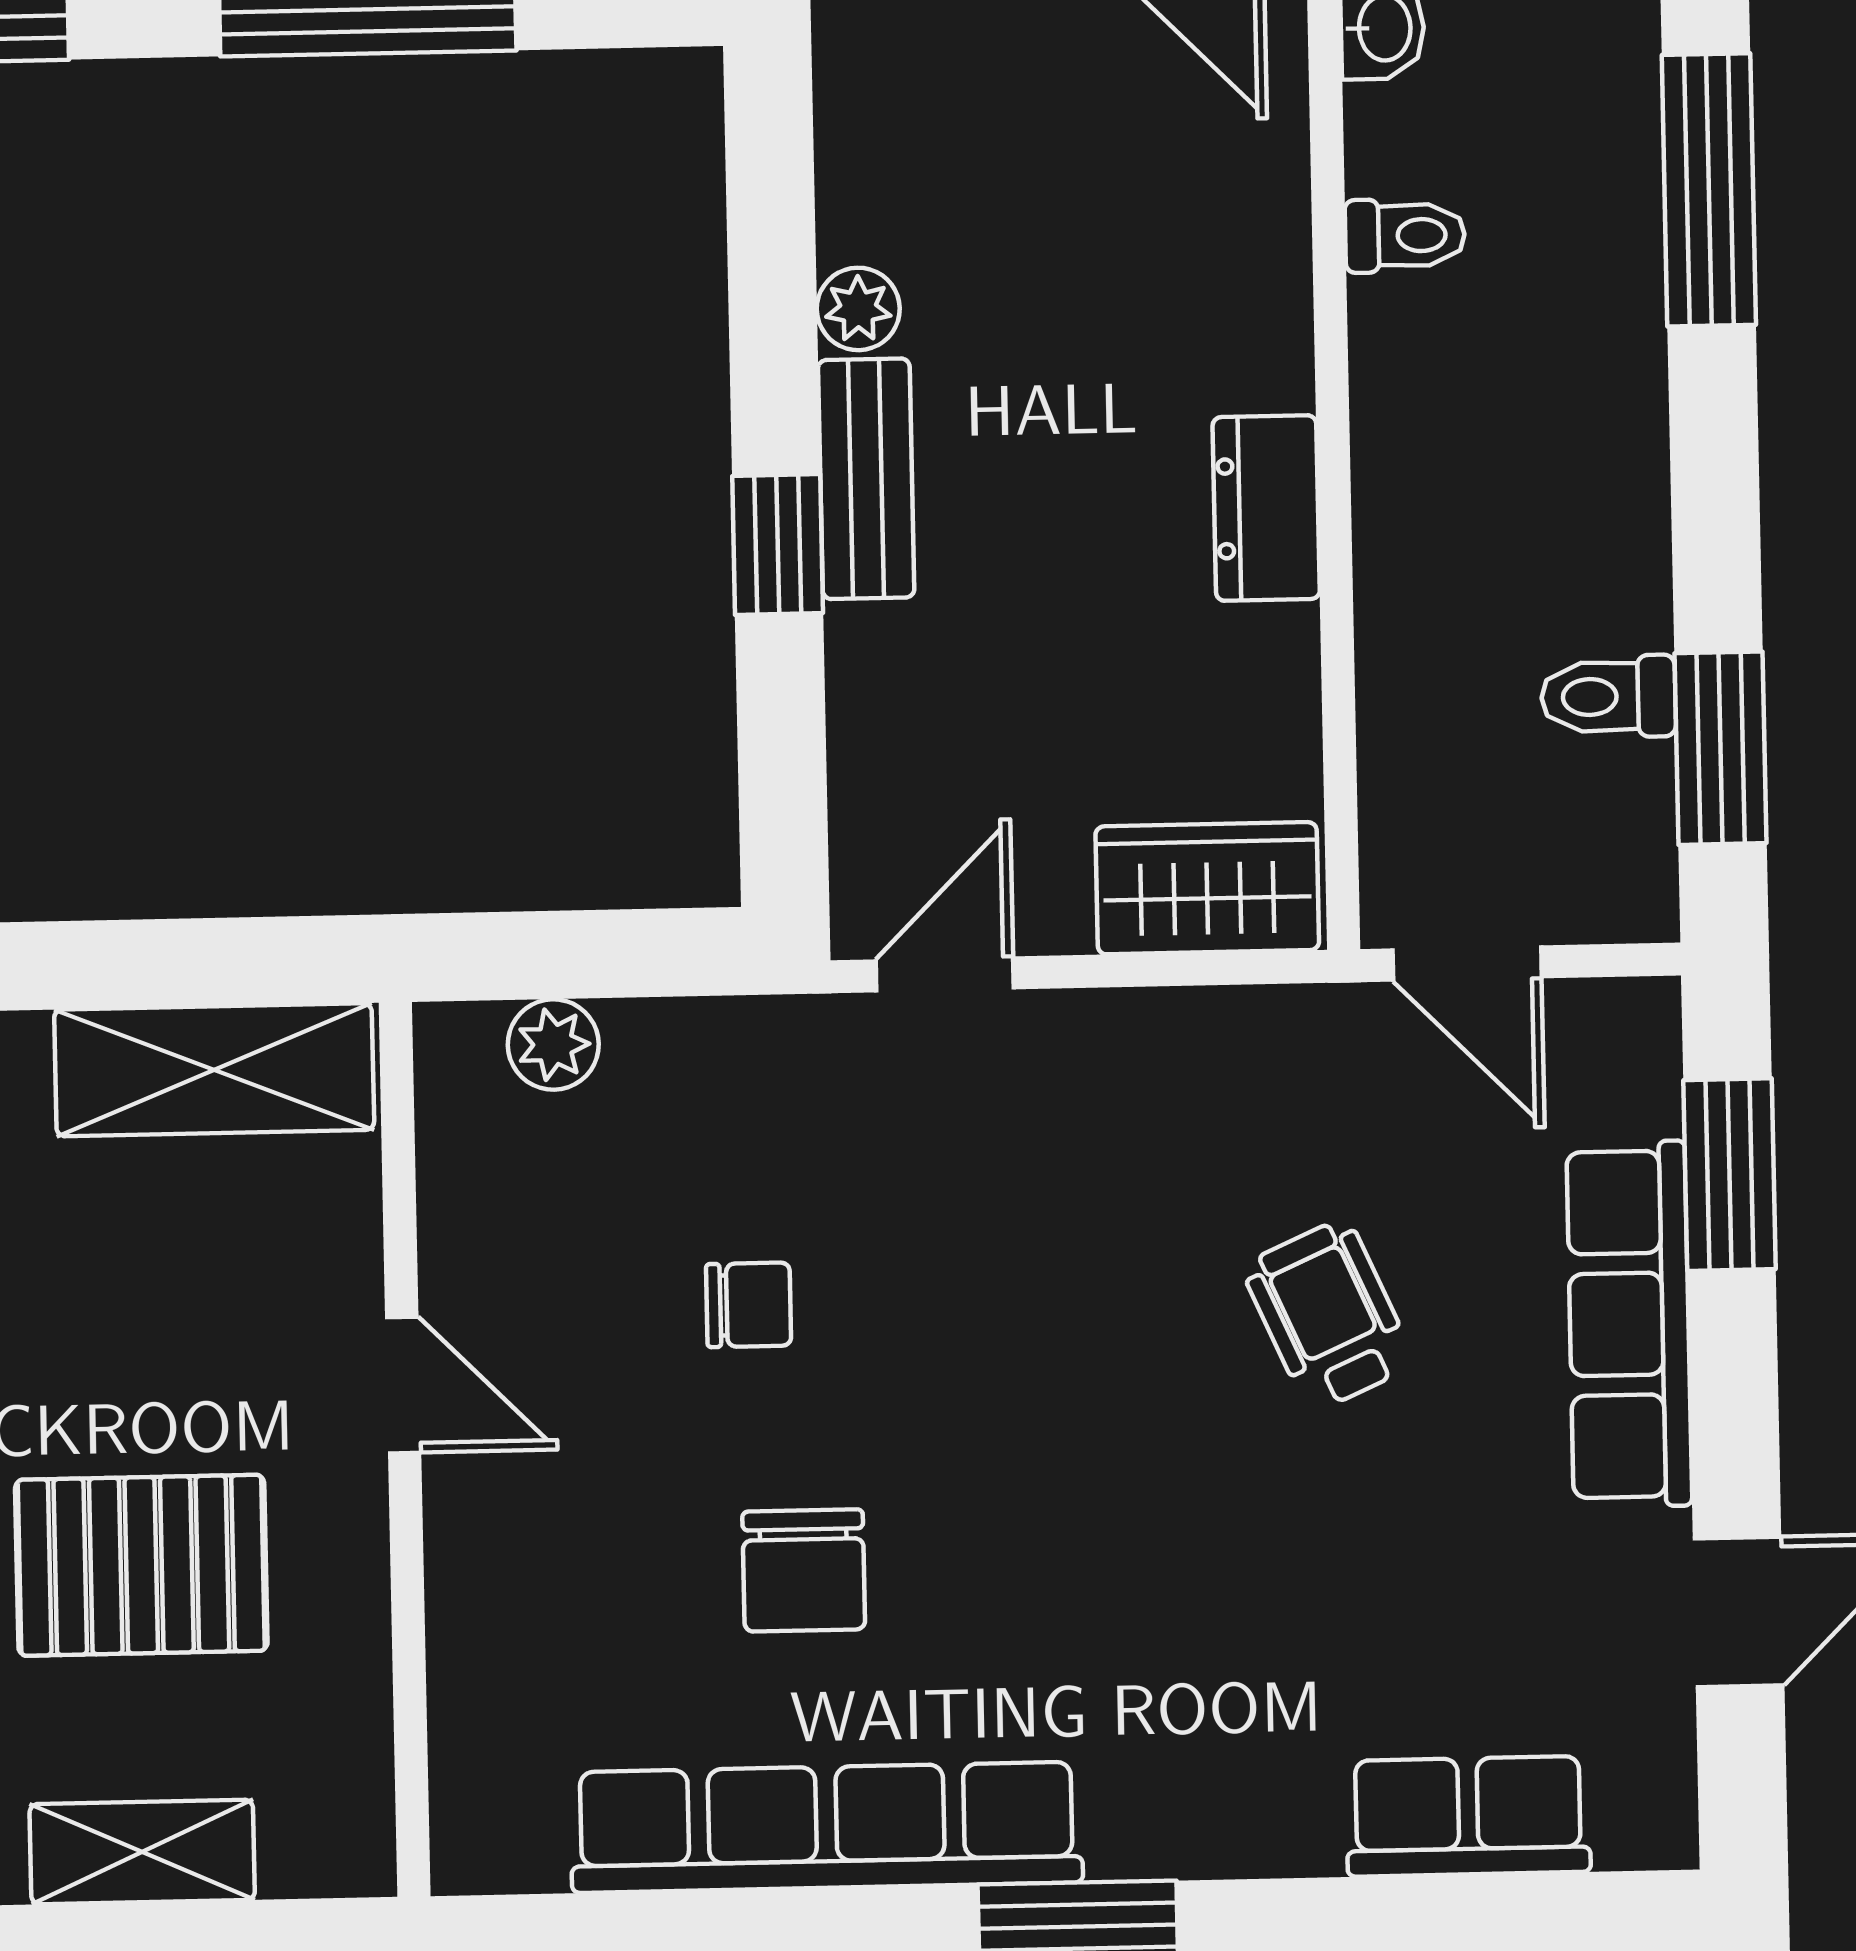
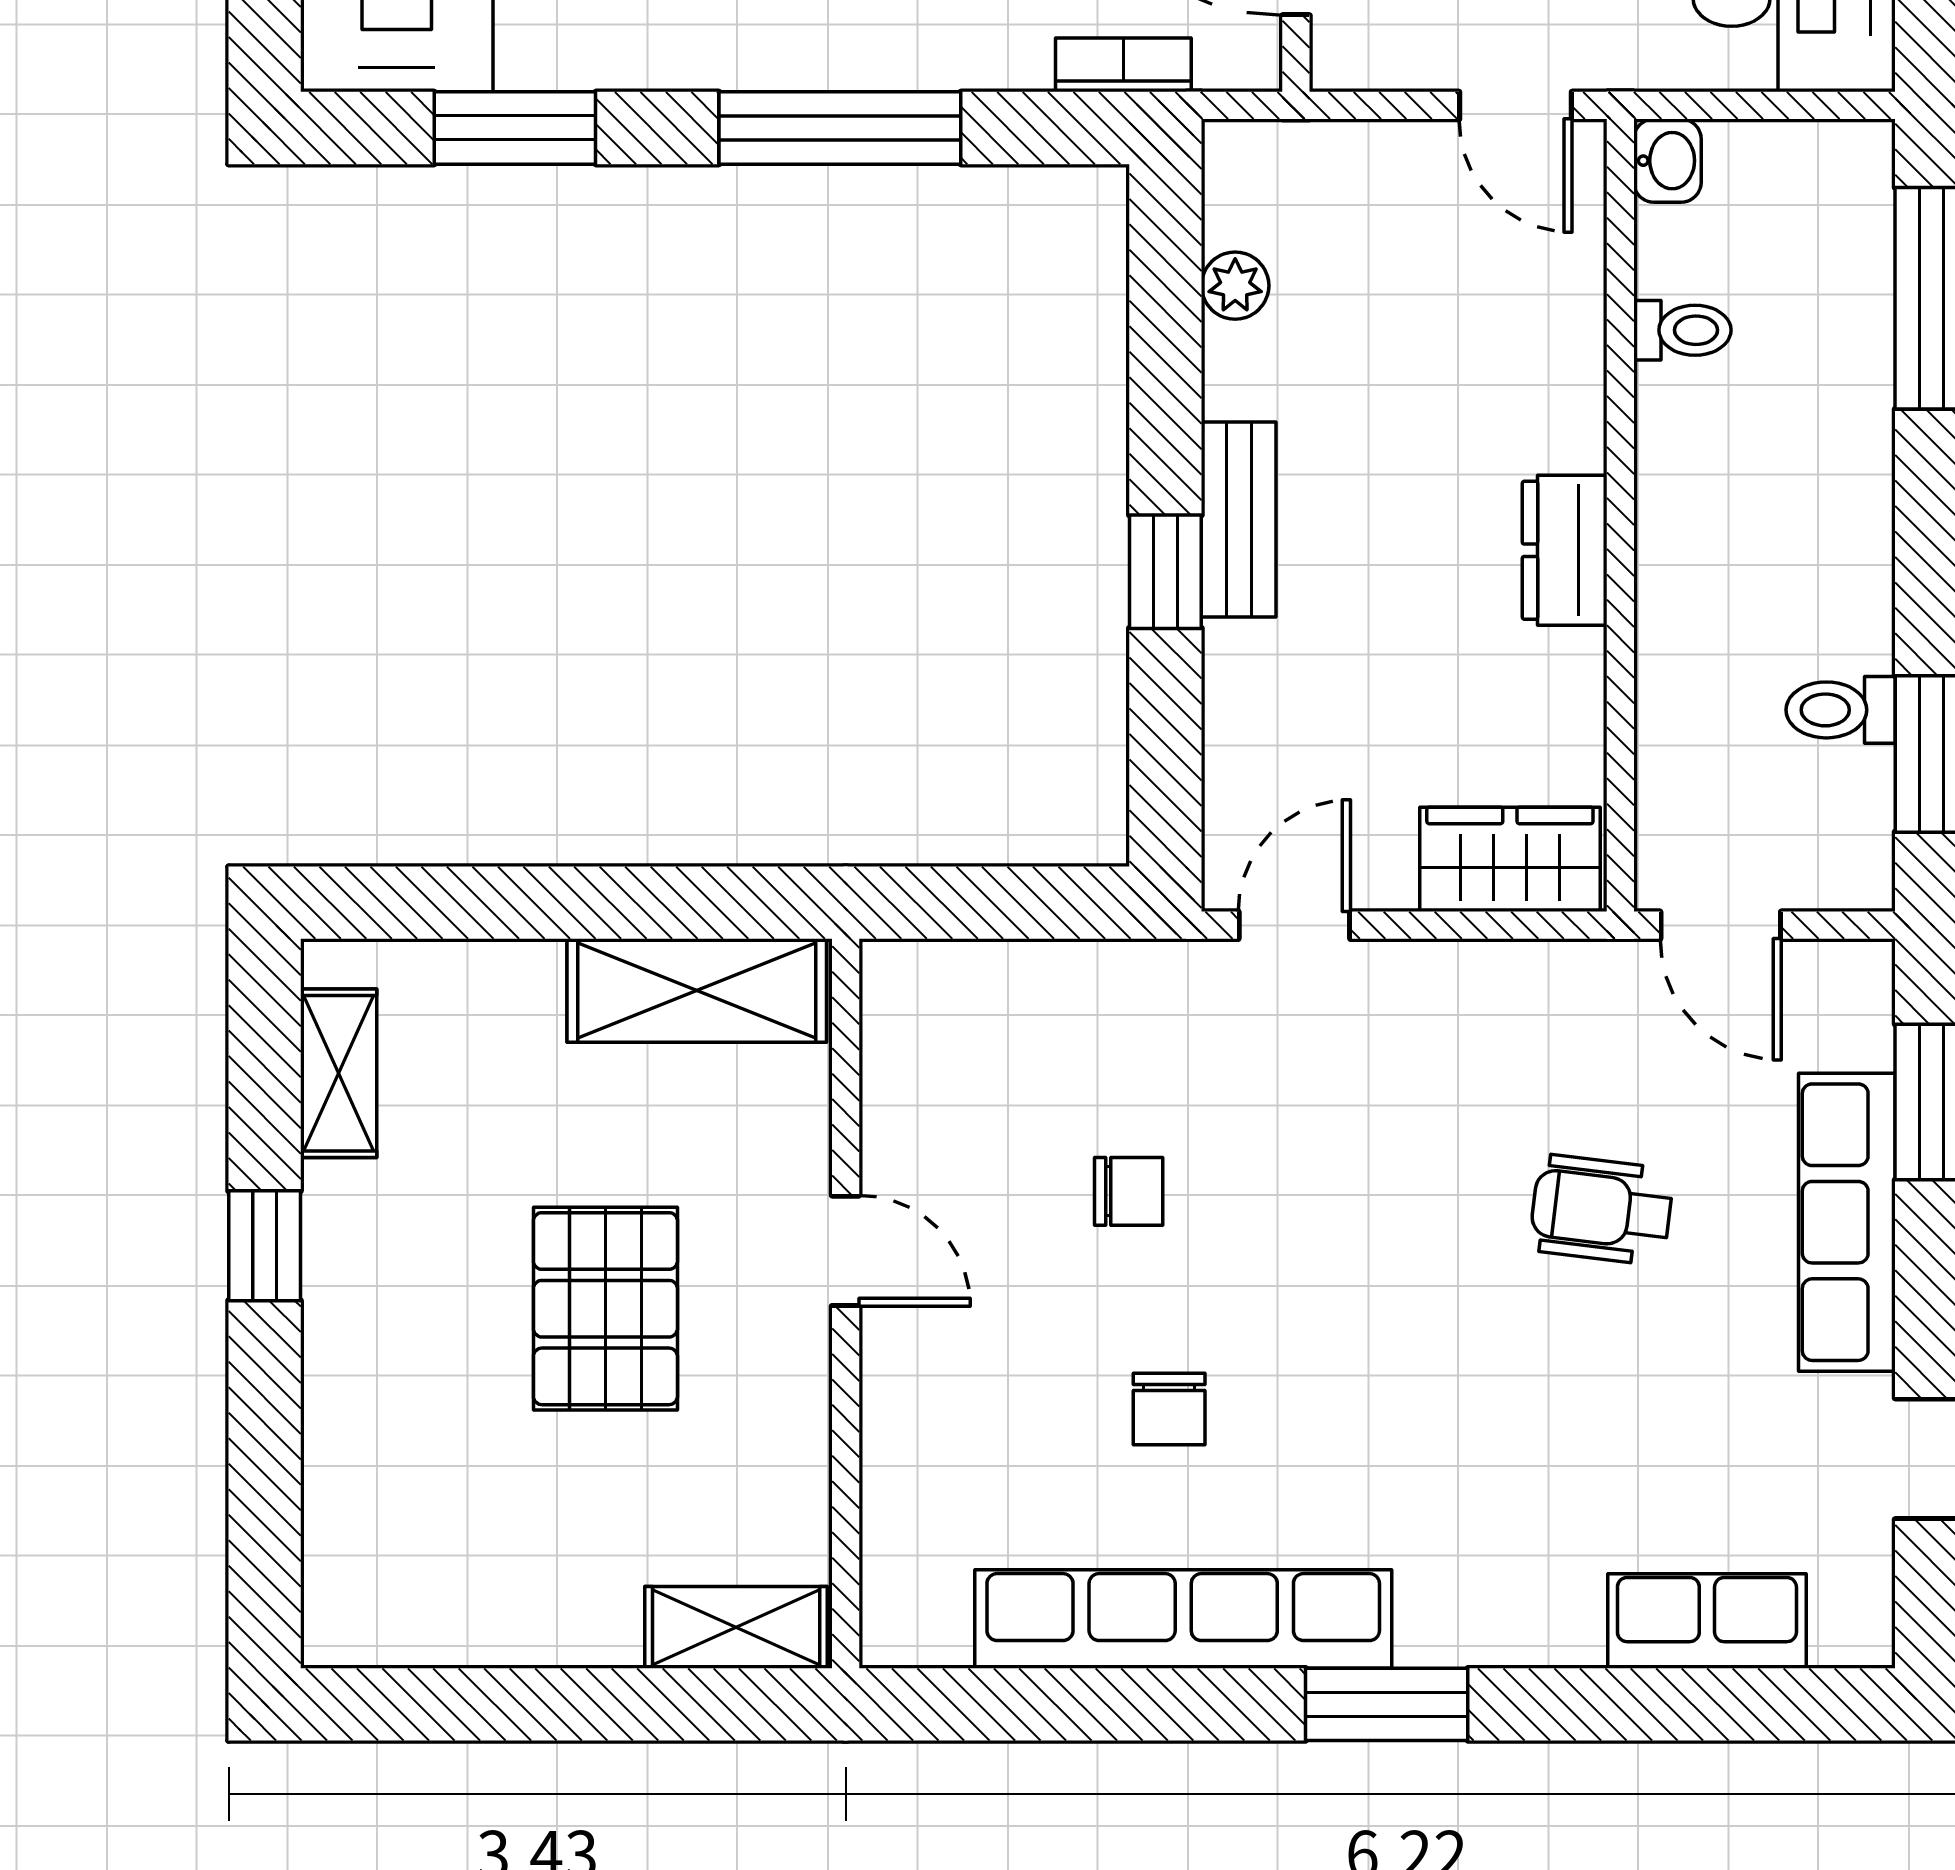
plant: (858, 309) -> (1235, 286), moved
plant: (553, 1045) -> (974, 976), removed
wheelchair: (1328, 1315) -> (1601, 1210), turned -59
pallet: (141, 1565) -> (605, 1309), moved, turned 90
chair: (804, 1570) -> (1169, 1409), width x0.73, depth x0.73
shelving: (142, 1852) -> (736, 1627), moved

